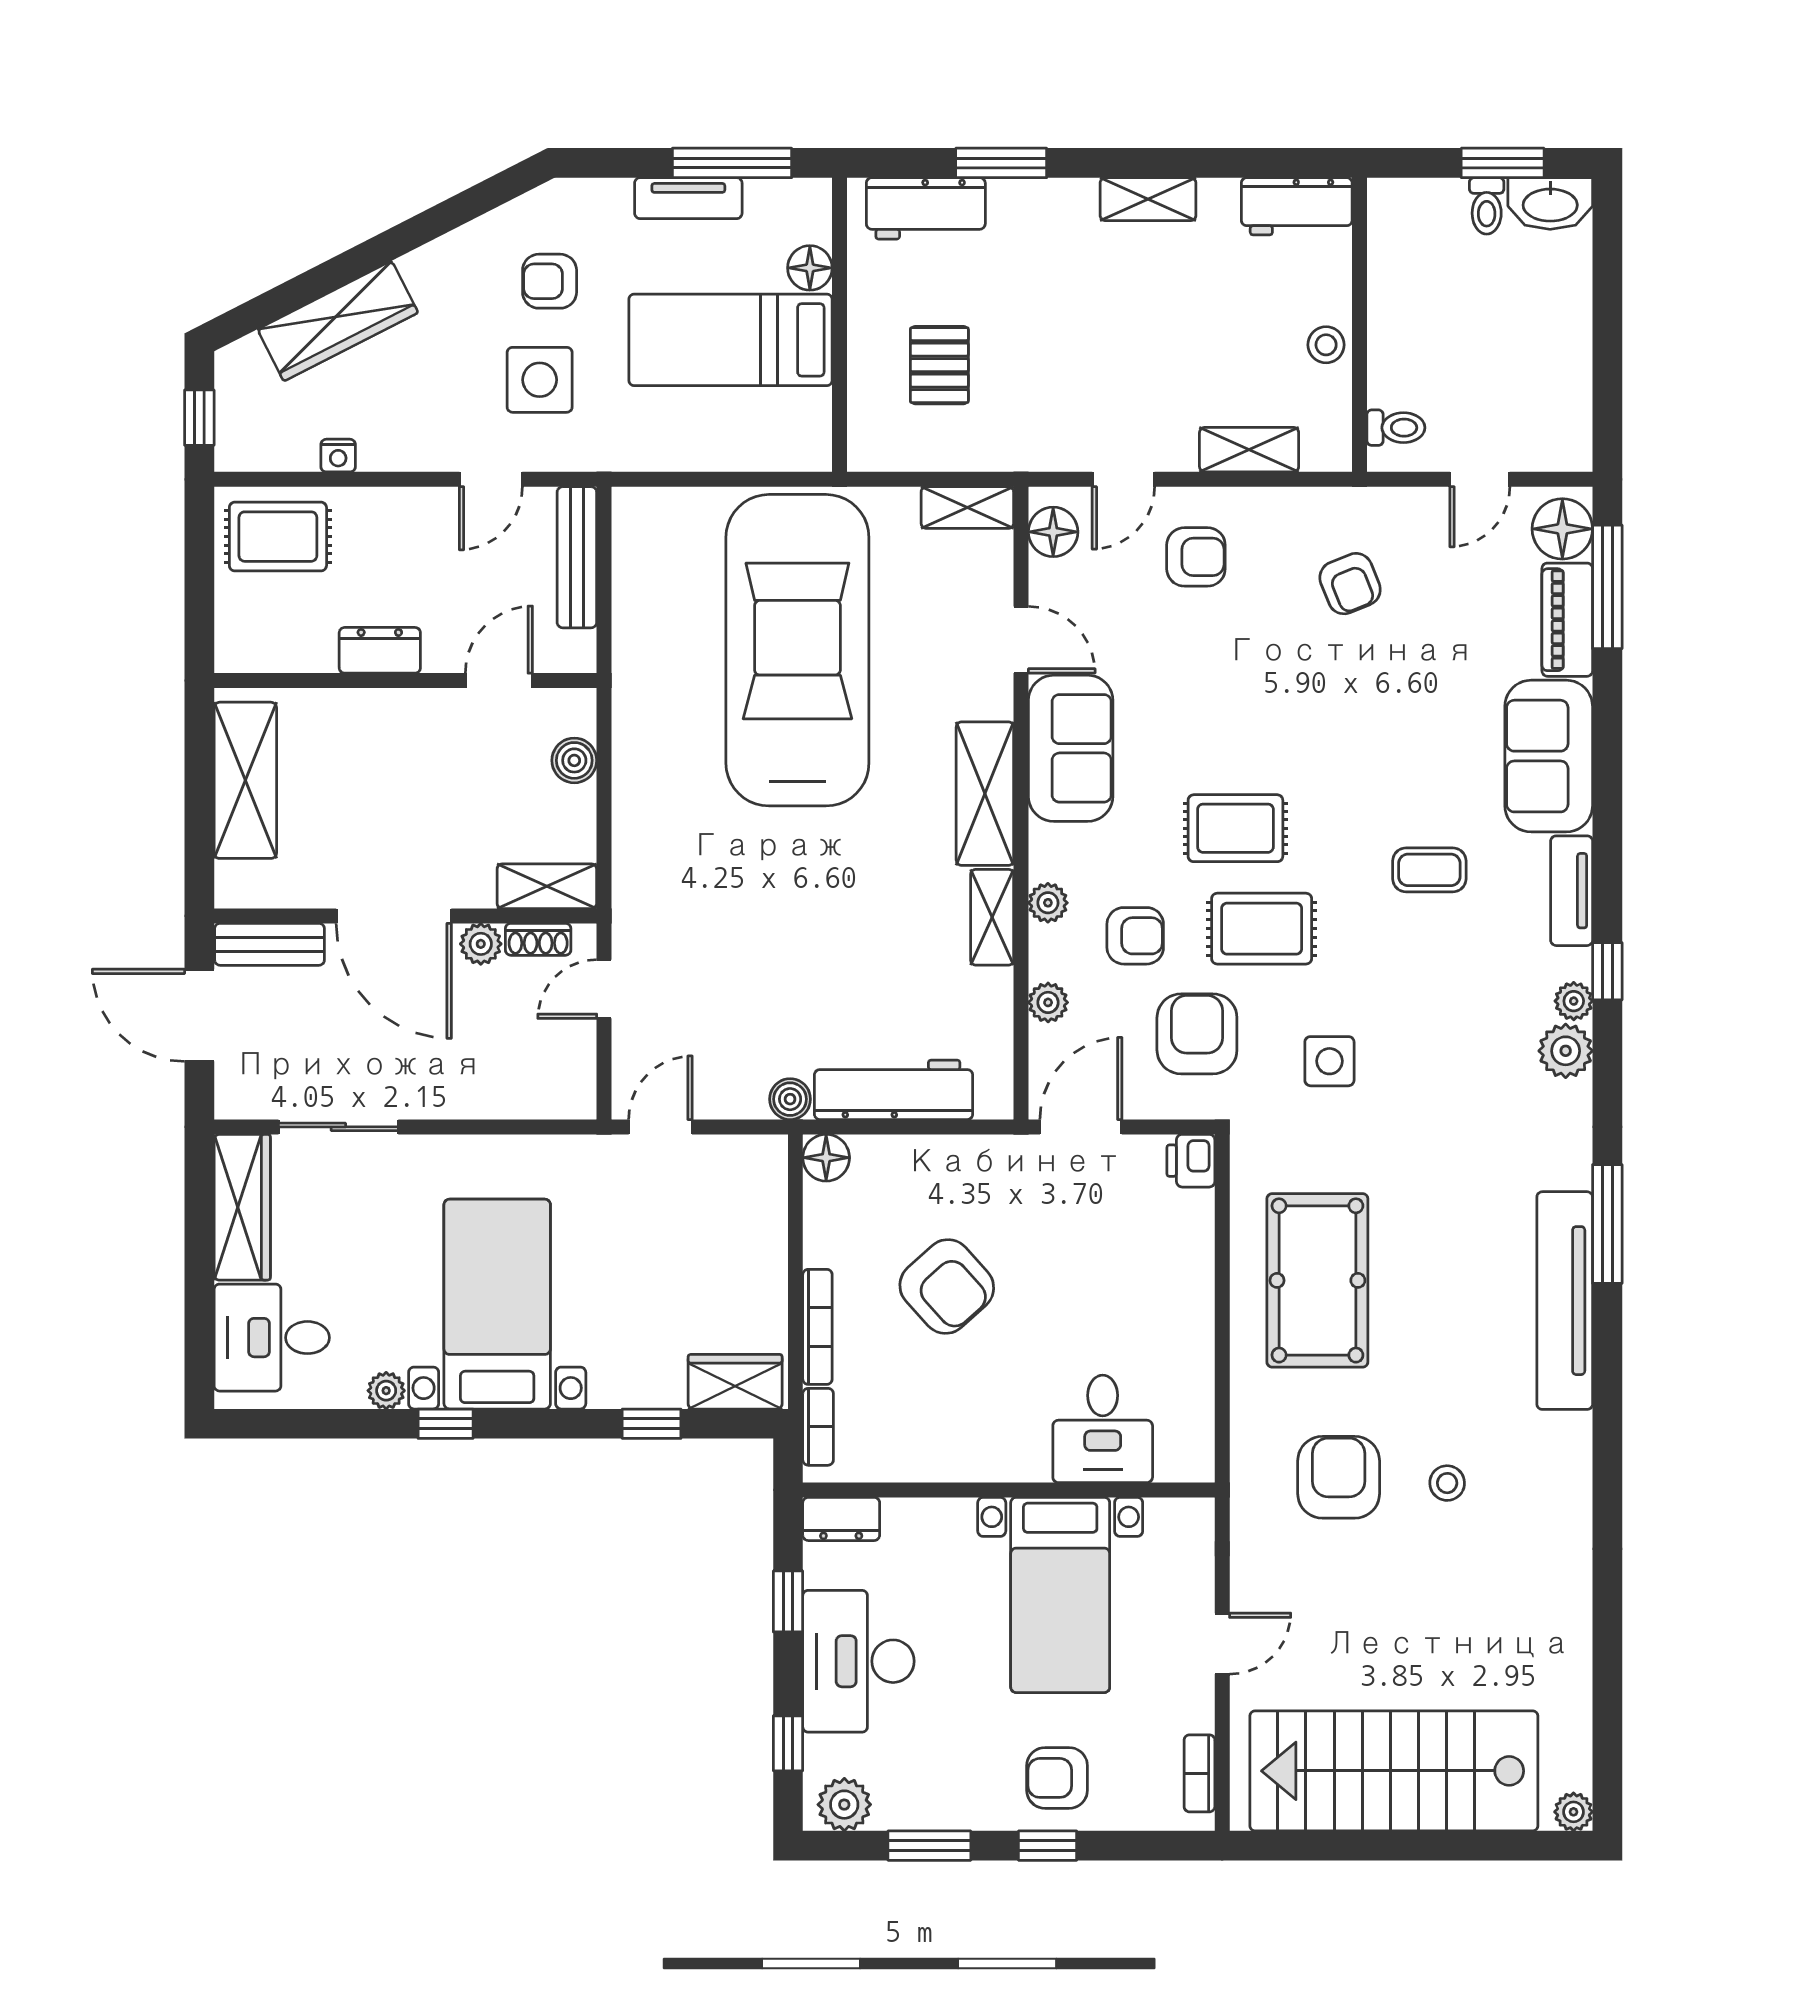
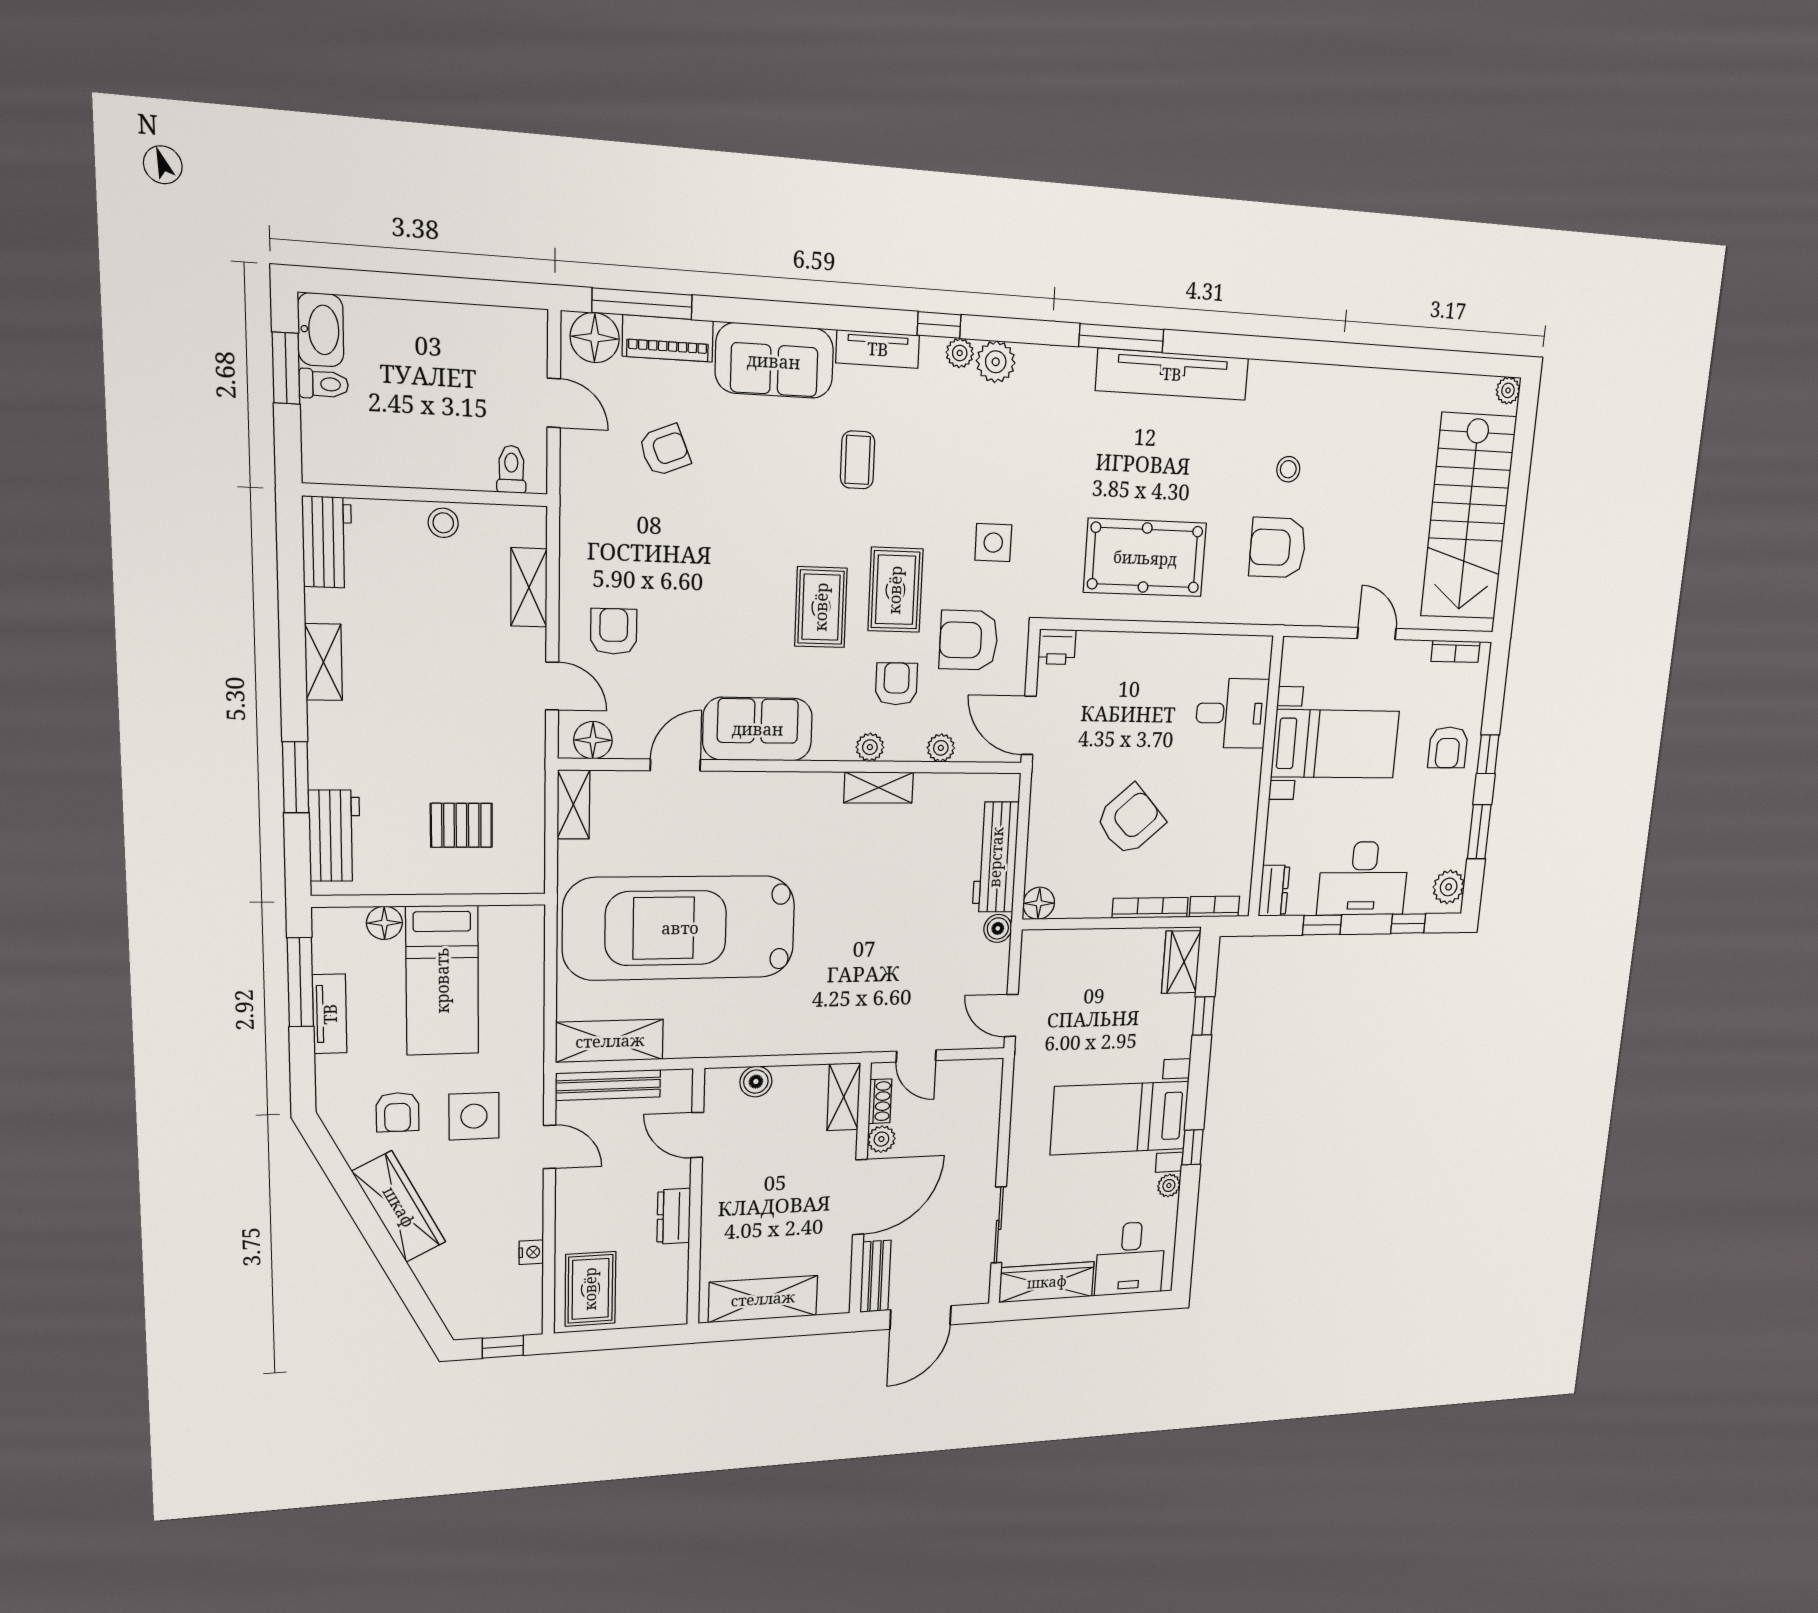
wardrobe: (338, 321) -> (399, 1207), moved
armchair: (1350, 584) -> (664, 450), moved
shelving: (985, 794) -> (610, 1041), moved

